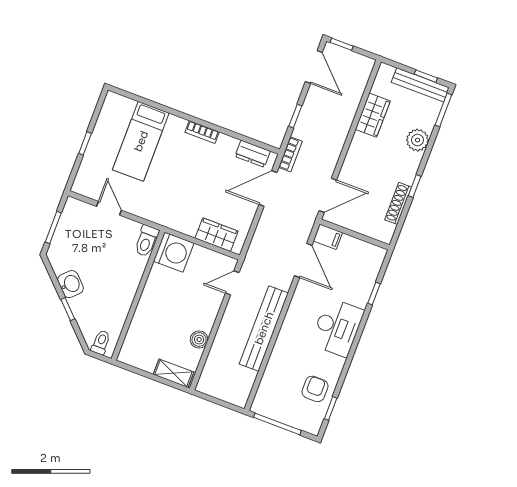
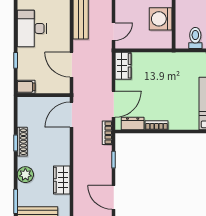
bookcase: (202, 132) -> (157, 125), moved
shoe rack: (398, 203) -> (22, 142), moved
wardrobe: (217, 235) -> (123, 66), moved, turned -90
filing cabinet: (328, 237) -> (26, 87), moved, turned 180
toilet: (146, 241) -> (195, 38), moved
washing machine: (174, 252) -> (161, 19), moved

